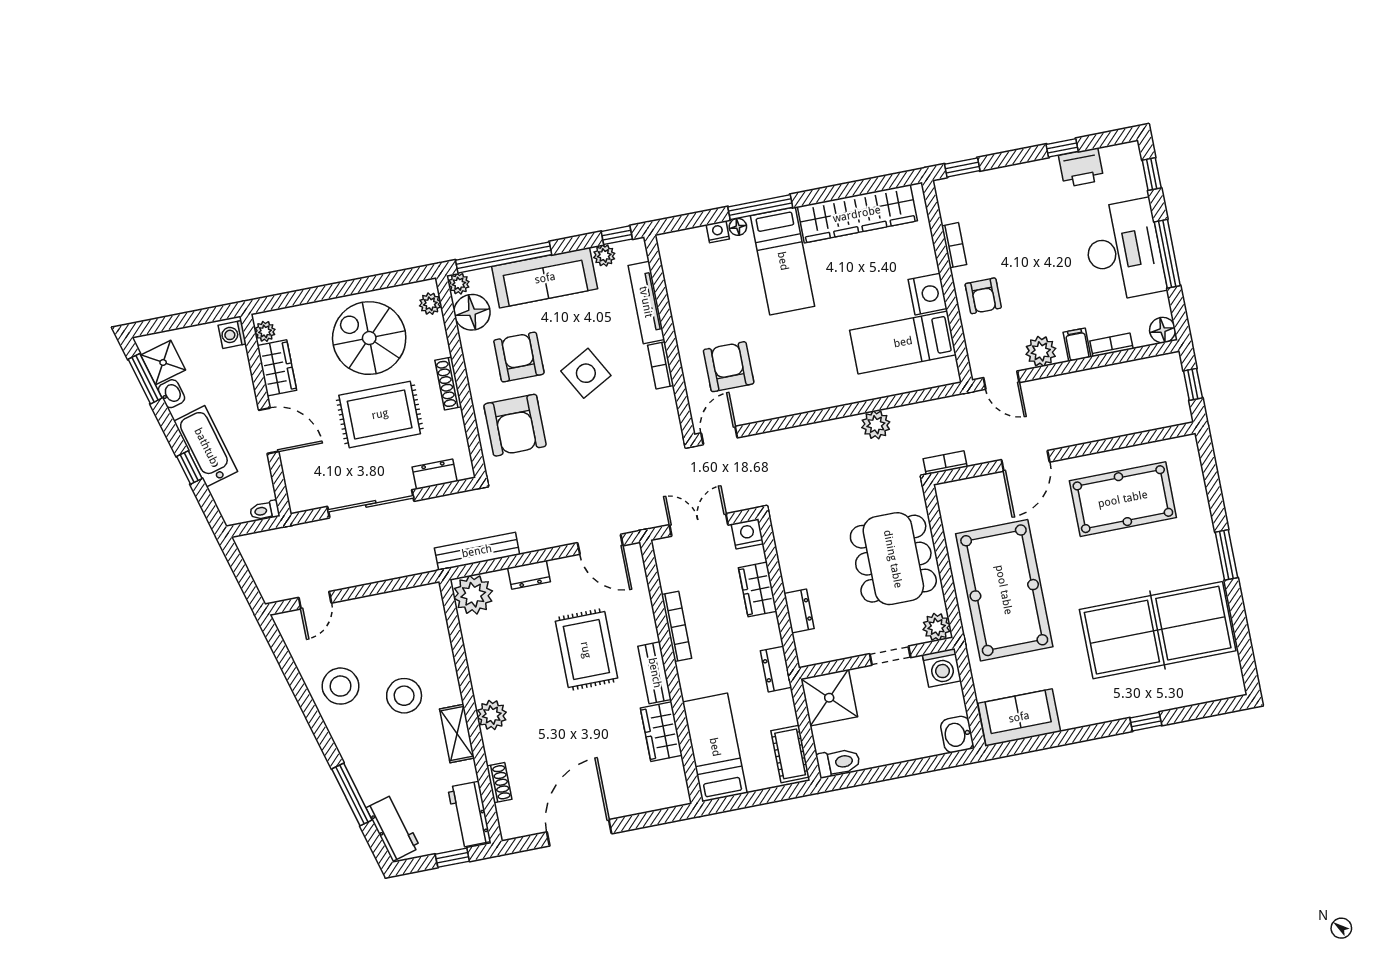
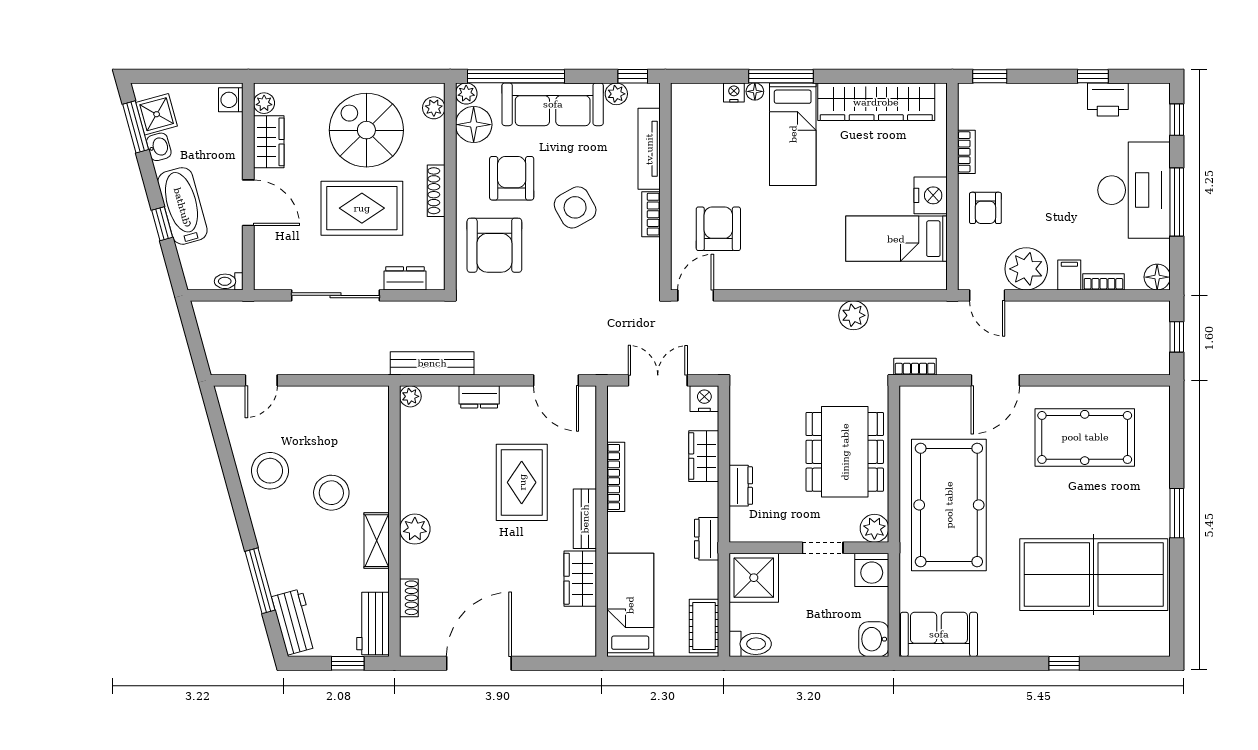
plant: (1041, 351) -> (1026, 269), width x1.36, depth x1.36
plant: (473, 595) -> (410, 396), width x0.53, depth x0.53

